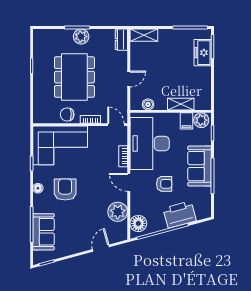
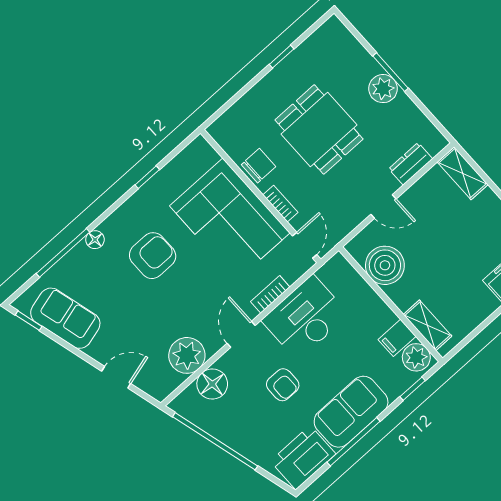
dresser: (121, 40) -> (411, 164), moved
dining table: (74, 77) -> (319, 129), width x0.73
boiler: (148, 104) -> (385, 265), width x1.86, depth x1.86
shelving: (181, 104) -> (428, 325), moved
chair: (67, 114) -> (259, 166), turned 90
desk: (150, 144) -> (305, 317), width x0.73, depth x0.77
corner sofa: (60, 145) -> (230, 219), moved
floor lamp: (38, 188) -> (95, 240), moved
printer: (180, 215) -> (303, 458), moved, turned -75
floor lamp: (138, 223) -> (212, 384), moved
sofa: (44, 232) -> (65, 318), moved, turned -105

